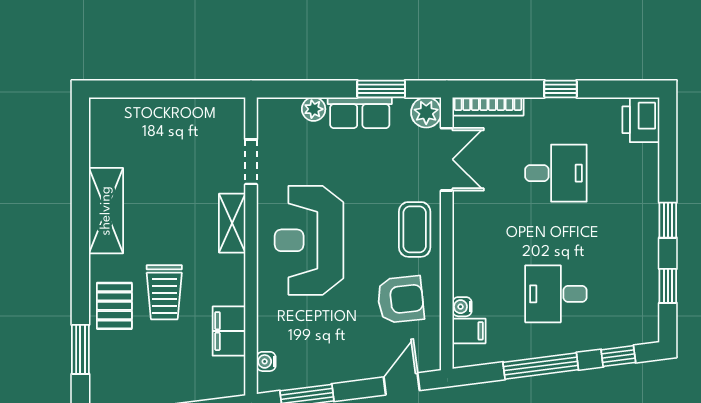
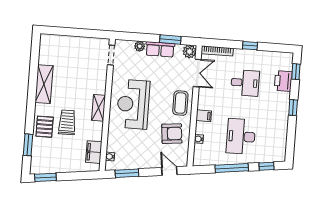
printer: (641, 120) -> (283, 81), moved
doorway: (251, 162) -> (111, 55), moved
shelving: (232, 223) -> (99, 108), moved
window: (668, 286) -> (296, 72), moved
trolley: (164, 292) -> (67, 122), turned 180
desk: (556, 294) -> (241, 136), width x1.37
filing cabinet: (229, 331) -> (94, 152), moved
filing cabinet: (469, 331) -> (204, 116), moved
door: (402, 384) -> (169, 171), hinge flipped

